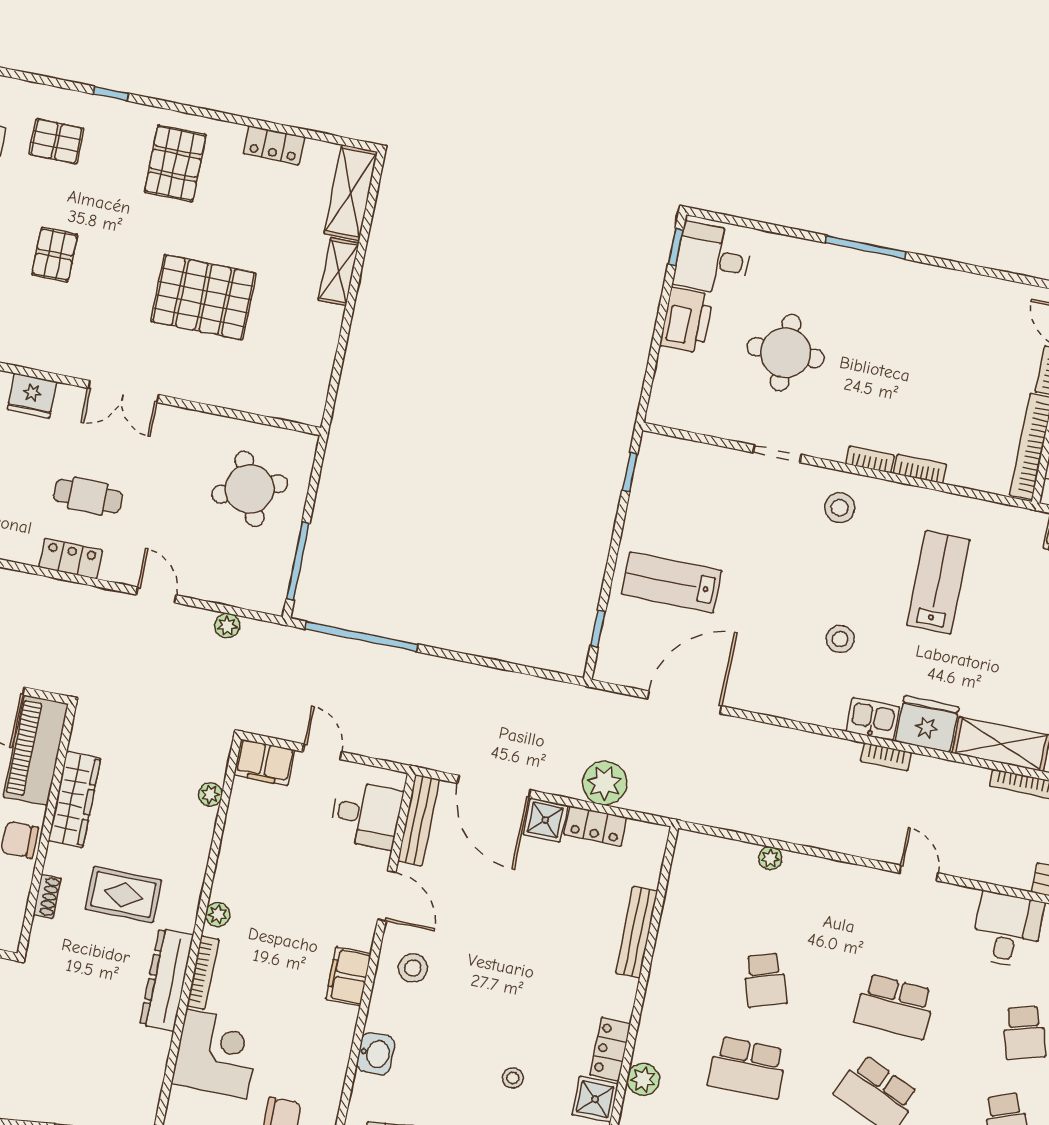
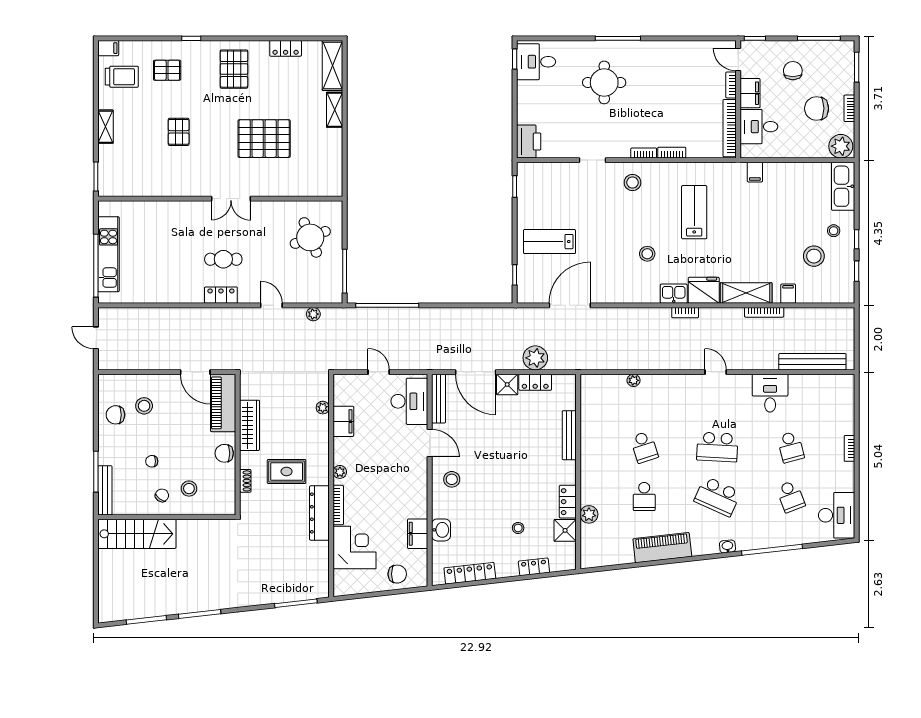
printer: (686, 320) -> (529, 141), moved
round table: (786, 353) -> (604, 82), moved
fridge: (32, 396) -> (182, 211), removed
filing cabinet: (264, 762) -> (343, 421), moved, turned -90
desk: (366, 815) -> (409, 401), width x1.37
filing cabinet: (348, 976) -> (418, 534), moved
school desk: (747, 1068) -> (644, 496), width x0.54

